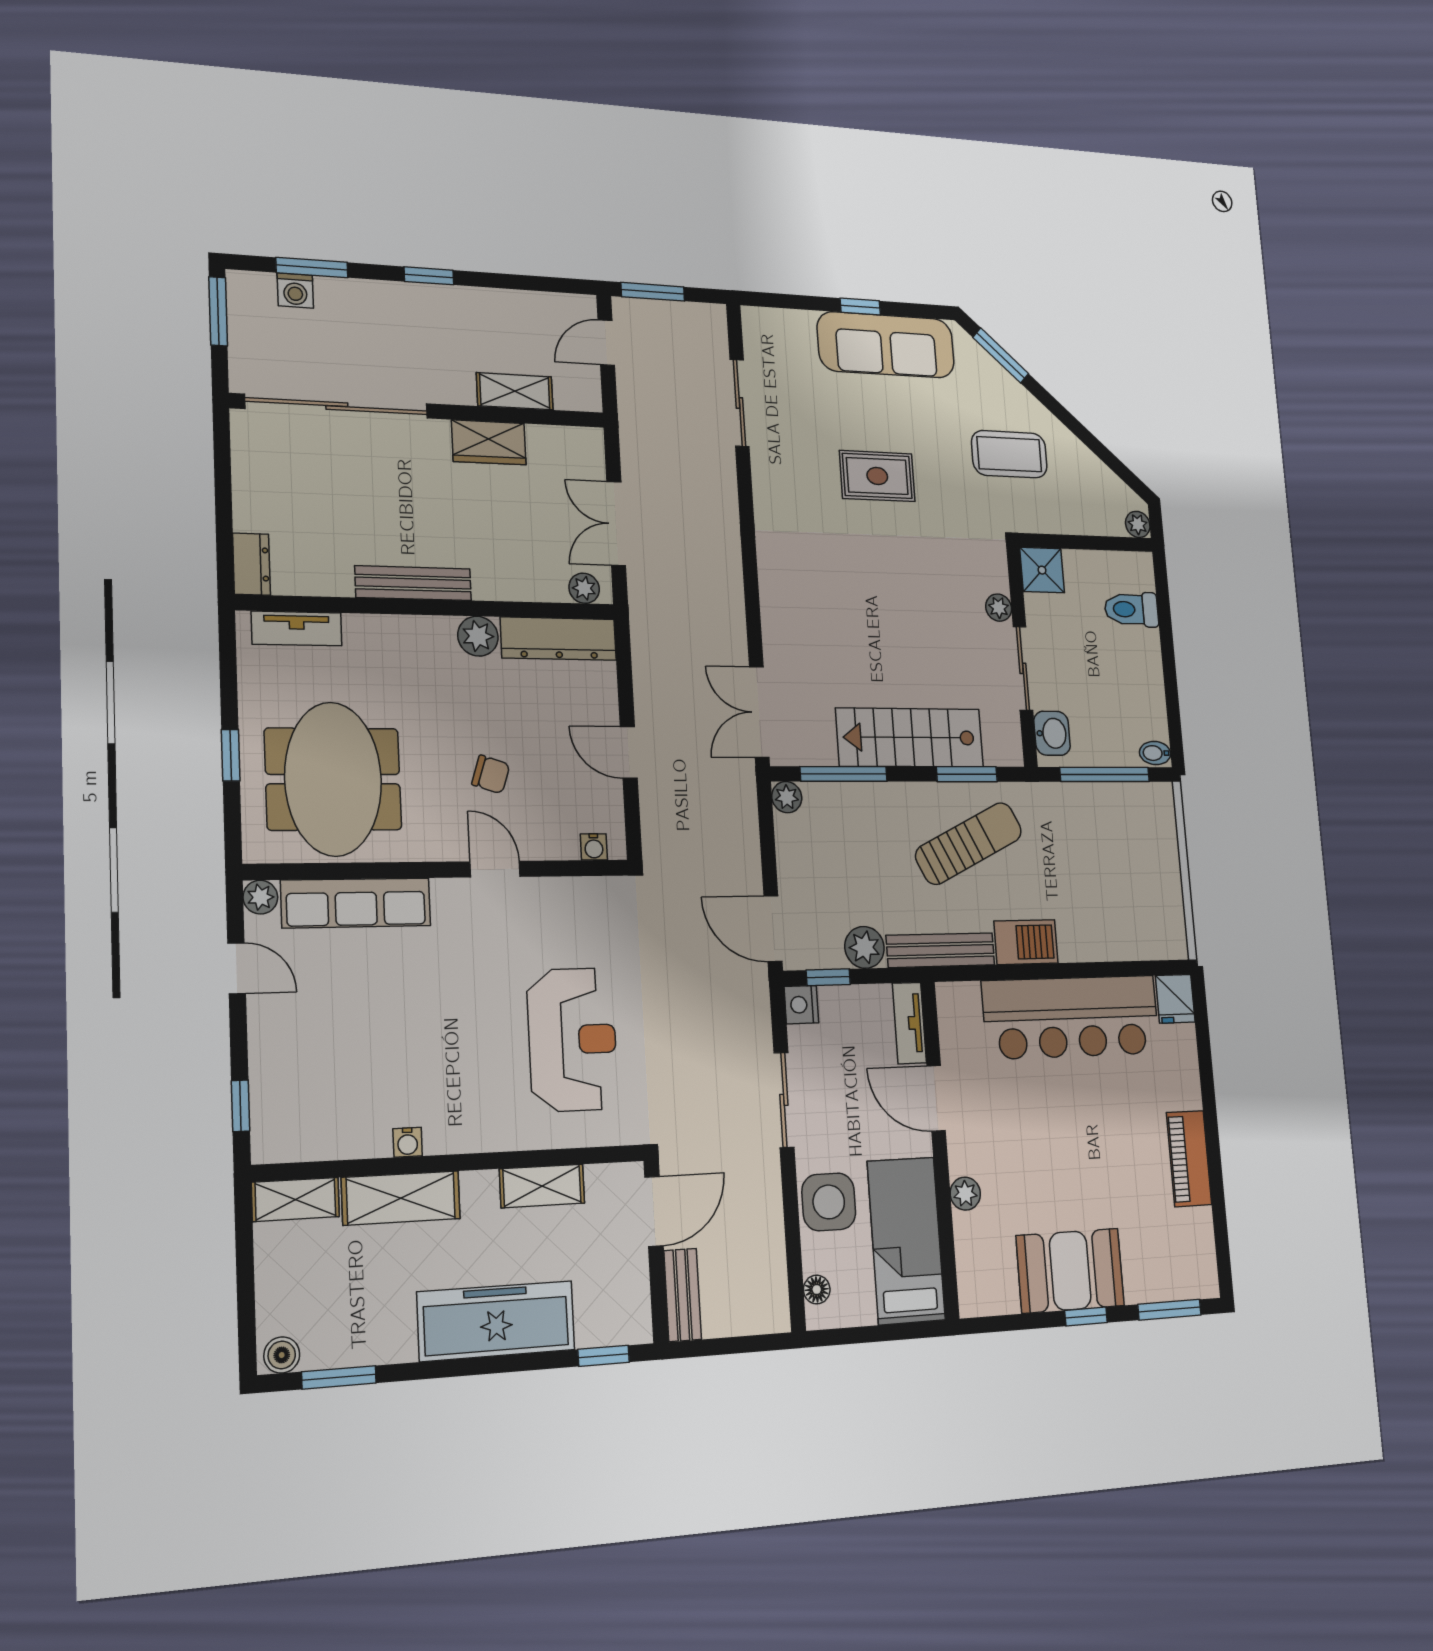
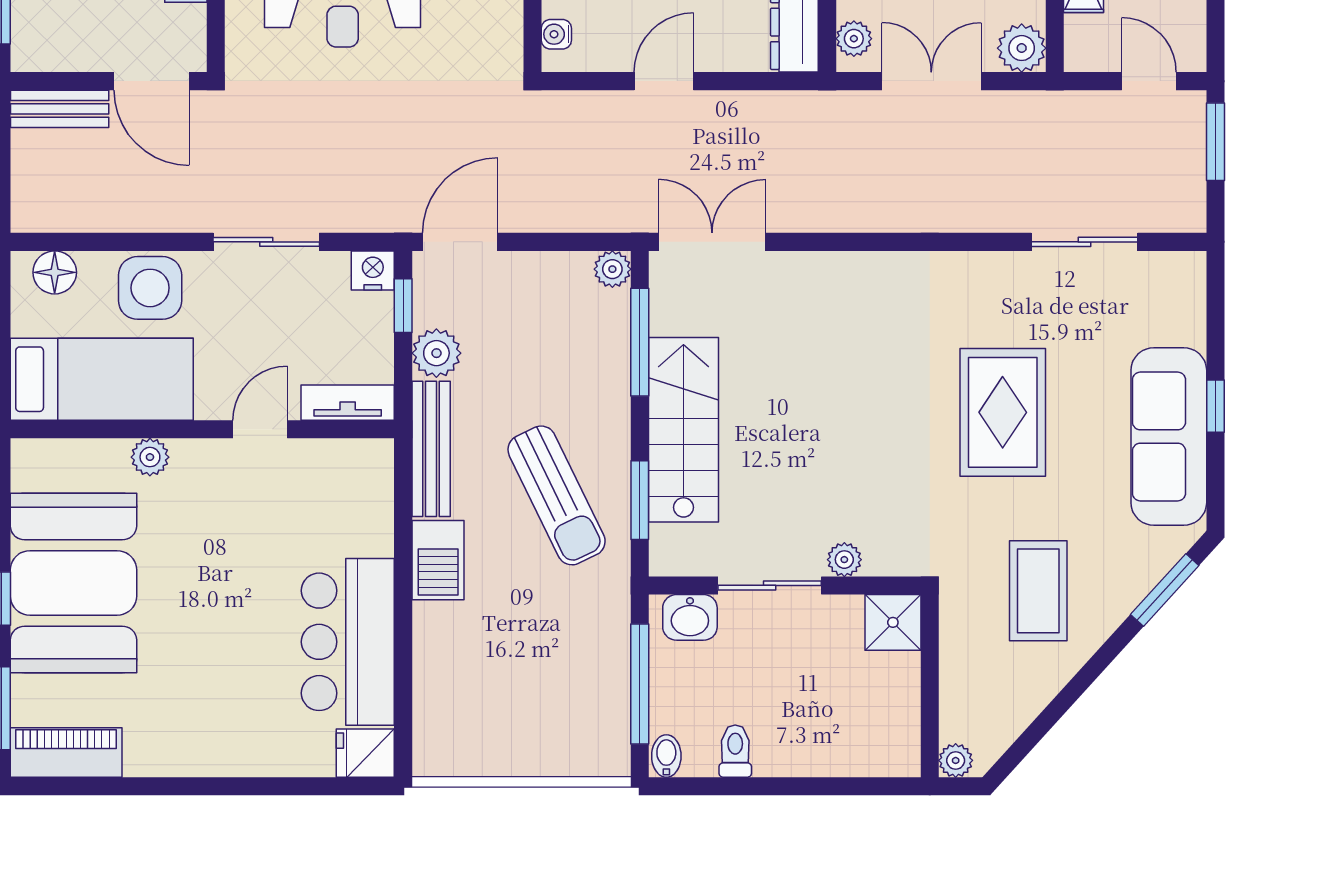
plant: (585, 447) -> (1022, 48), added
rug: (877, 476) -> (1003, 412), width x1.36, depth x1.43
toilet: (1131, 609) -> (735, 751), moved, width x0.73, depth x0.72
bar counter: (1071, 1017) -> (348, 642), width x0.73
door: (936, 1098) -> (260, 429), width x0.73
piano: (1189, 1159) -> (66, 752), moved
booth: (1070, 1271) -> (73, 583), width x1.36, depth x1.42
floor lamp: (817, 1289) -> (55, 272), width x1.37, depth x1.37

